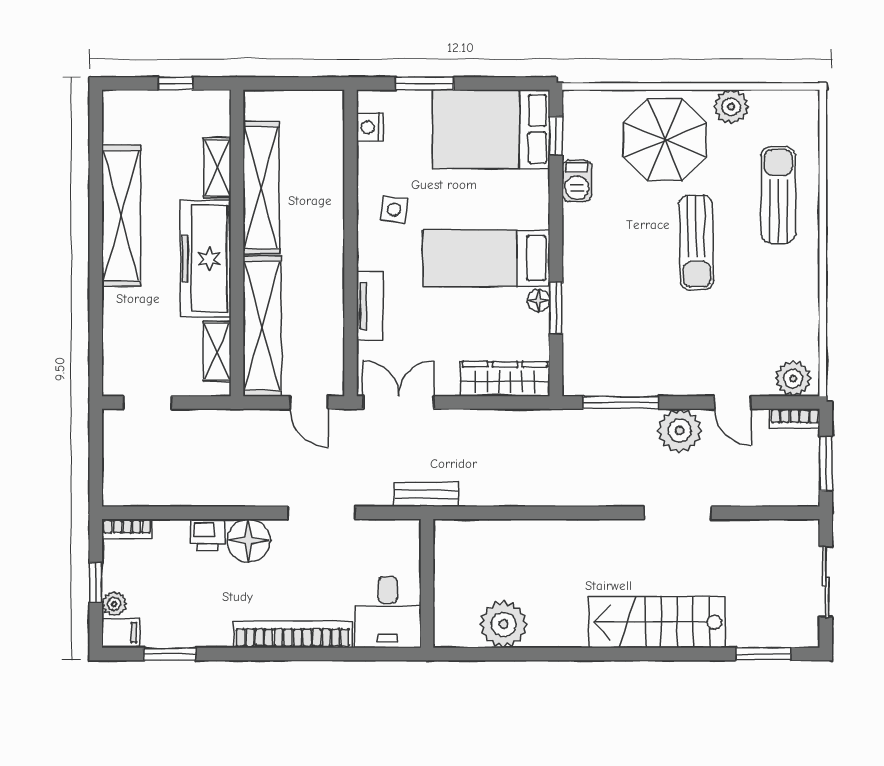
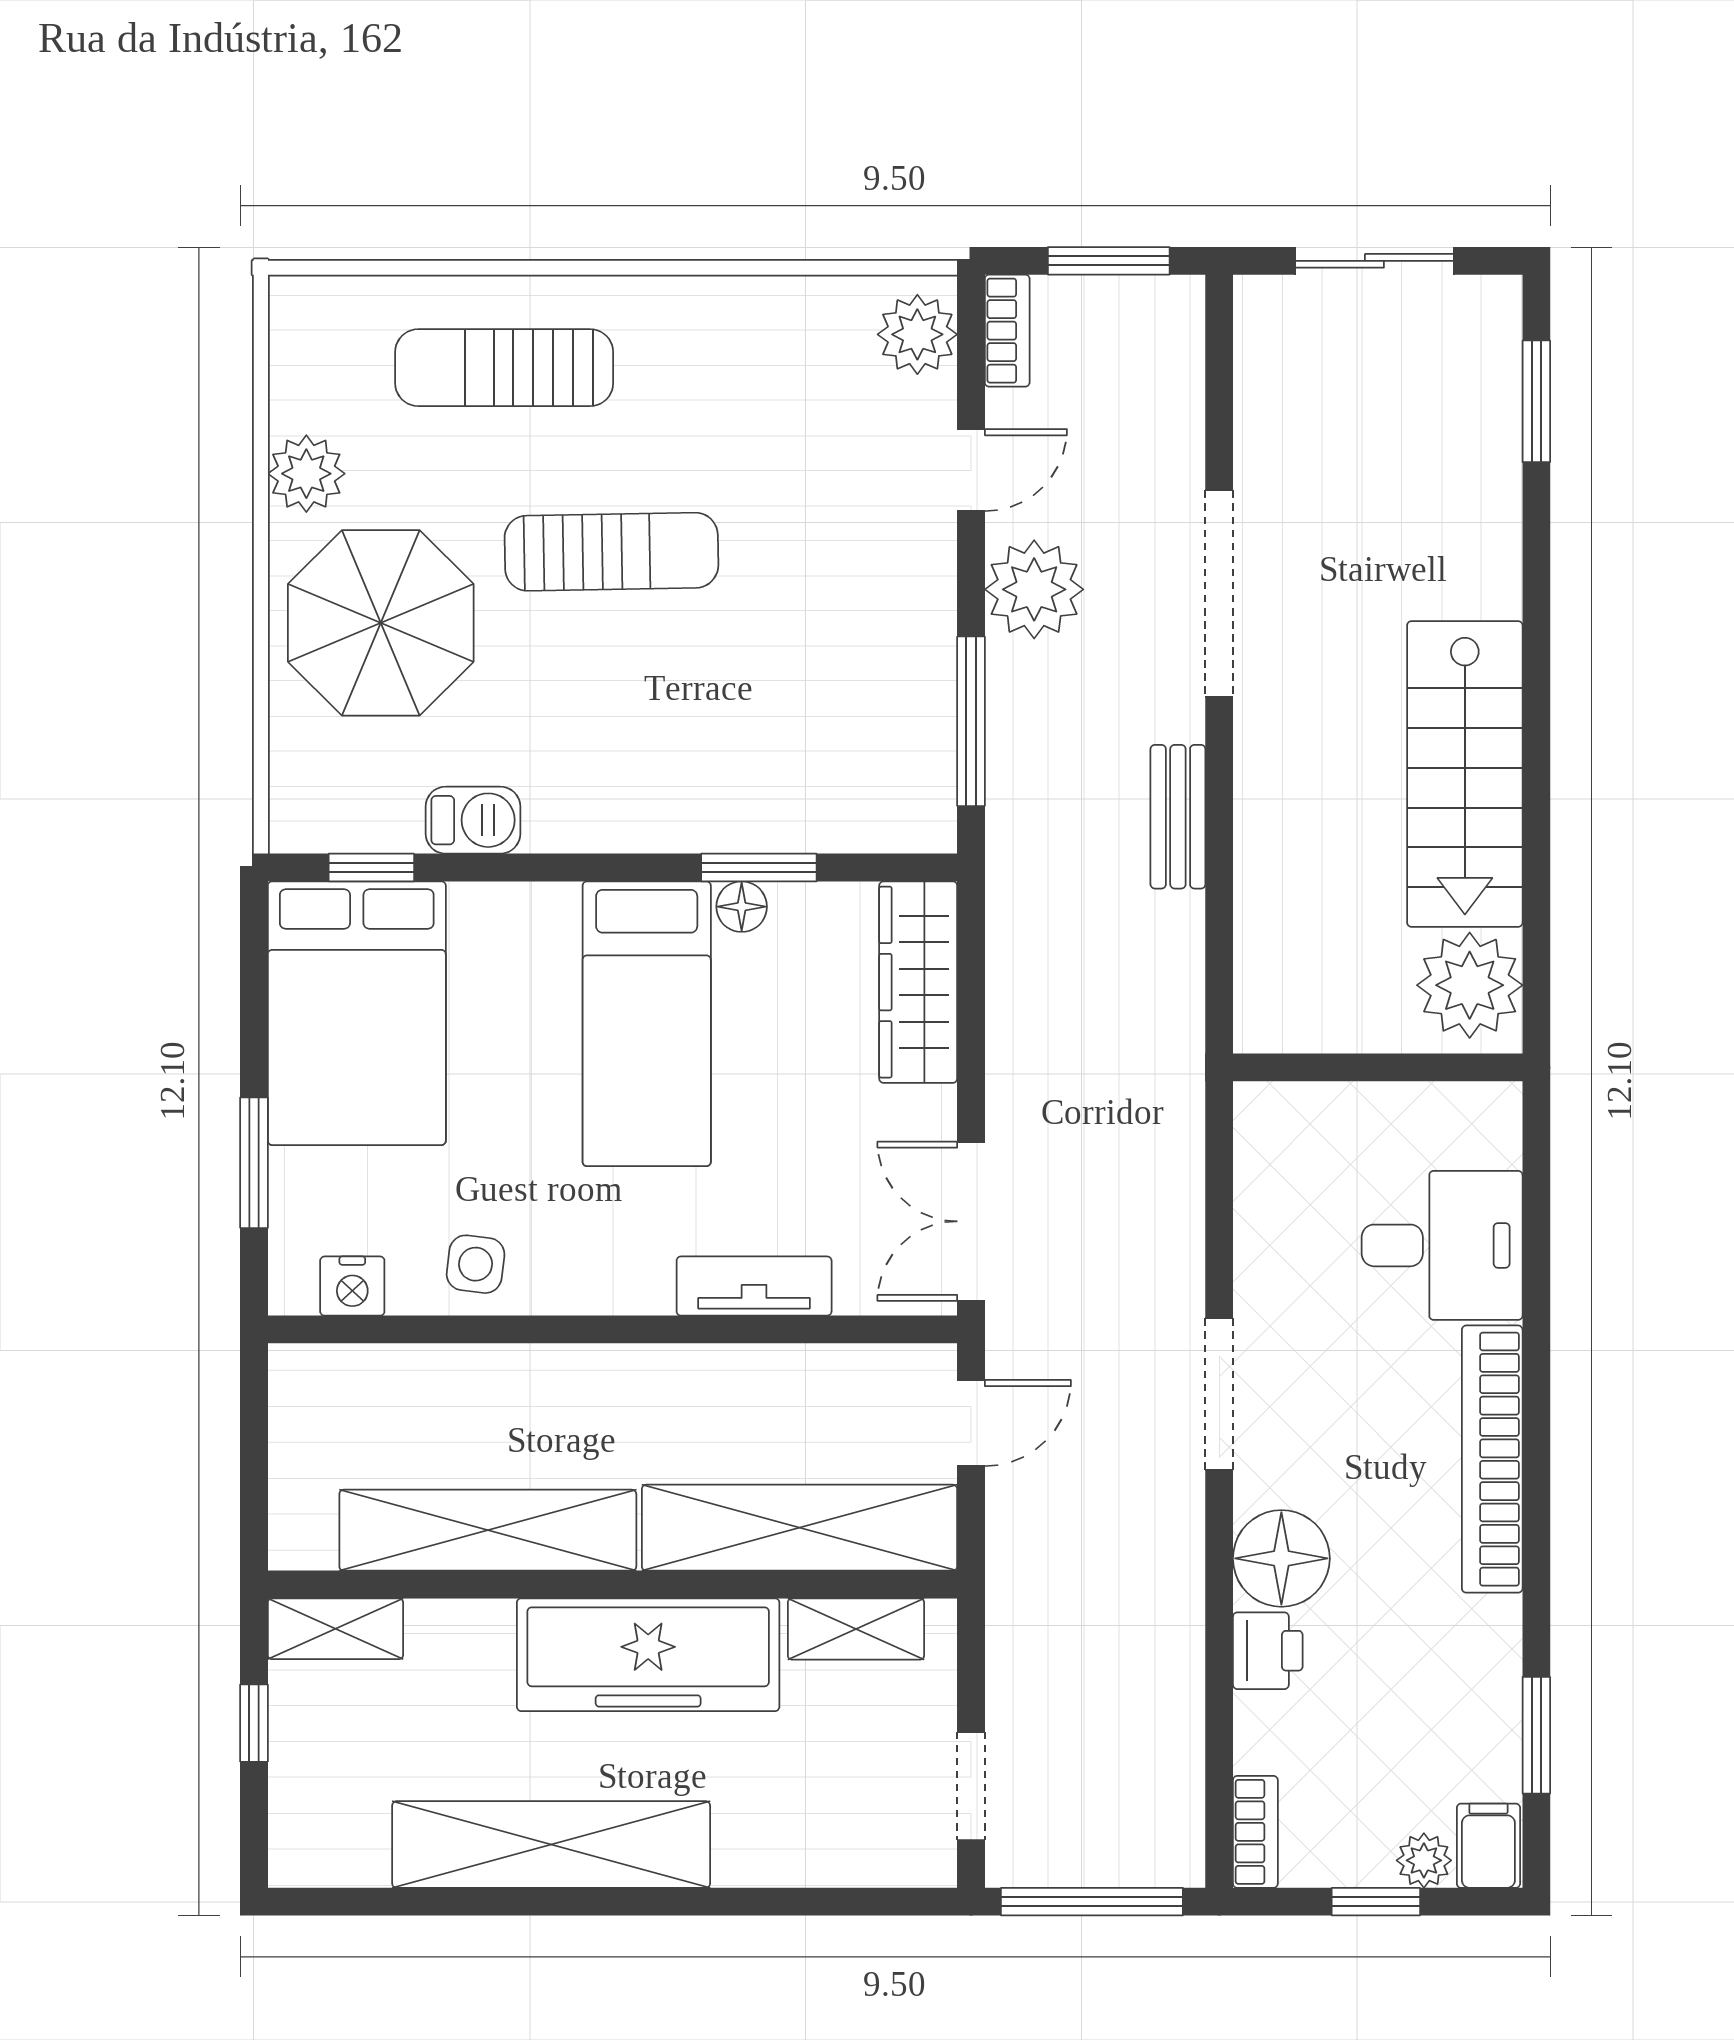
shelving: (217, 168) -> (335, 1629), moved
side table: (394, 210) -> (476, 1264), moved
window: (96, 456) -> (1092, 1902), added
bench: (426, 494) -> (1178, 817), moved
doorway: (678, 513) -> (1219, 594), width x1.36
wall: (427, 583) -> (1378, 1067), moved
stairs: (657, 622) -> (1465, 774), moved

